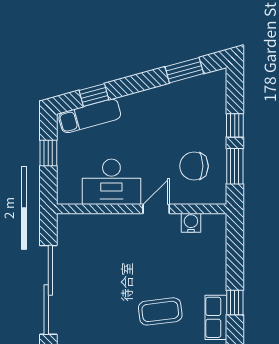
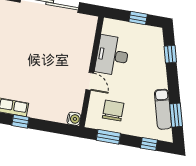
exam couch: (90, 116) -> (163, 109), moved
window: (235, 125) -> (149, 144), moved
water cooler: (191, 223) -> (74, 119), moved
coffee table: (160, 311) -> (23, 72), removed

